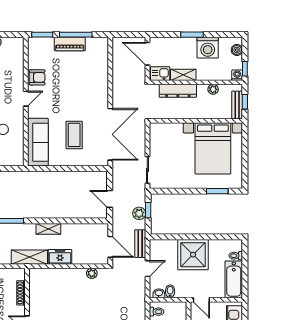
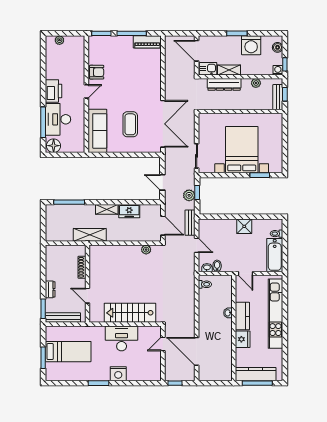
piano: (70, 44) -> (147, 42), moved
bed with nightstands: (213, 148) -> (242, 150), moved, turned 180
shower: (193, 255) -> (244, 226), width x0.54, depth x0.54
freezer: (60, 257) -> (129, 211), moved, turned 180
door: (147, 269) -> (197, 245), hinge flipped

